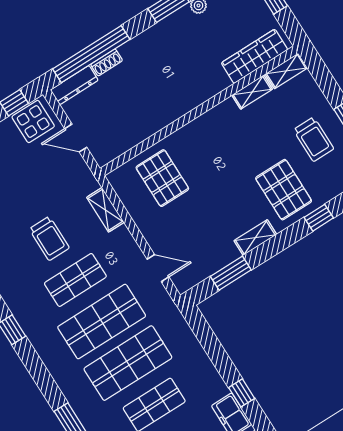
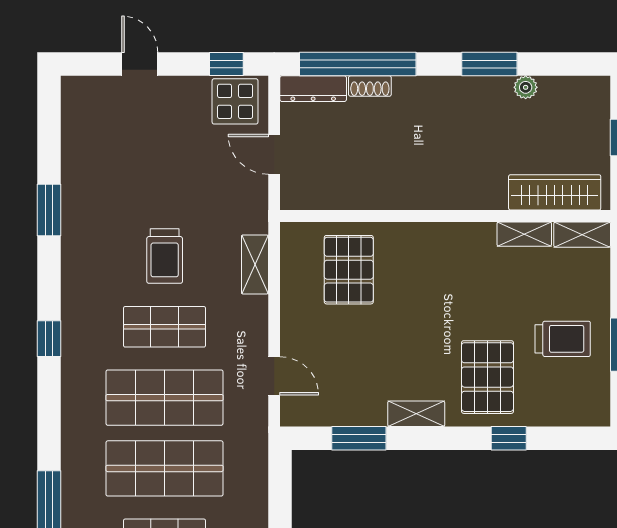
trolley: (314, 139) -> (563, 339), turned -90

